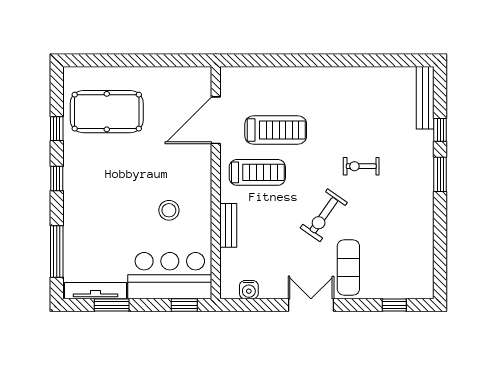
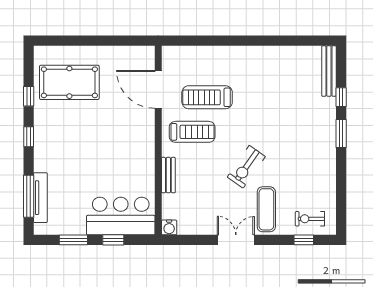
door: (216, 120) -> (158, 89), hinge flipped
treadmill: (276, 130) -> (207, 97), turned 180
exercise bike: (361, 166) -> (310, 219), moved
stool: (169, 210) -> (120, 163), removed
water cooler: (249, 290) -> (169, 227), moved
tv unit: (95, 291) -> (40, 198), moved, turned 90
window: (184, 305) -> (113, 240), moved

